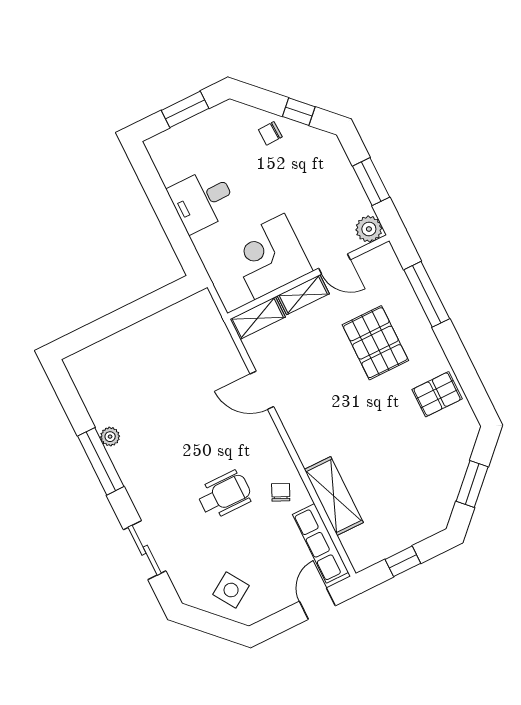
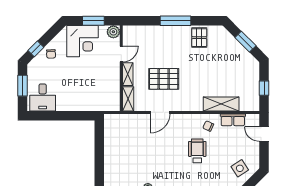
window: (299, 112) -> (36, 49), moved
desk: (203, 200) -> (43, 97), moved
corner desk: (270, 257) -> (82, 41), moved, turned -90
window: (427, 294) -> (176, 21), moved
pallet: (375, 343) -> (164, 79), moved
row of seats: (320, 543) -> (233, 120), width x0.68

